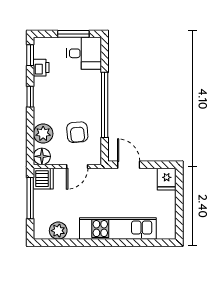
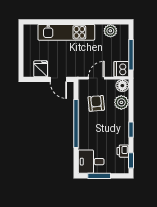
fridge: (167, 179) -> (41, 69), moved

